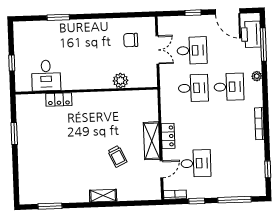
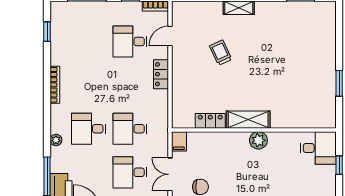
desk: (46, 75) -> (318, 148), moved, turned 90
filing cabinet: (151, 79) -> (179, 141), added
plant: (120, 81) -> (258, 140), moved
locker: (59, 100) -> (210, 121), moved
shelving: (152, 141) -> (248, 120), moved, turned 90

